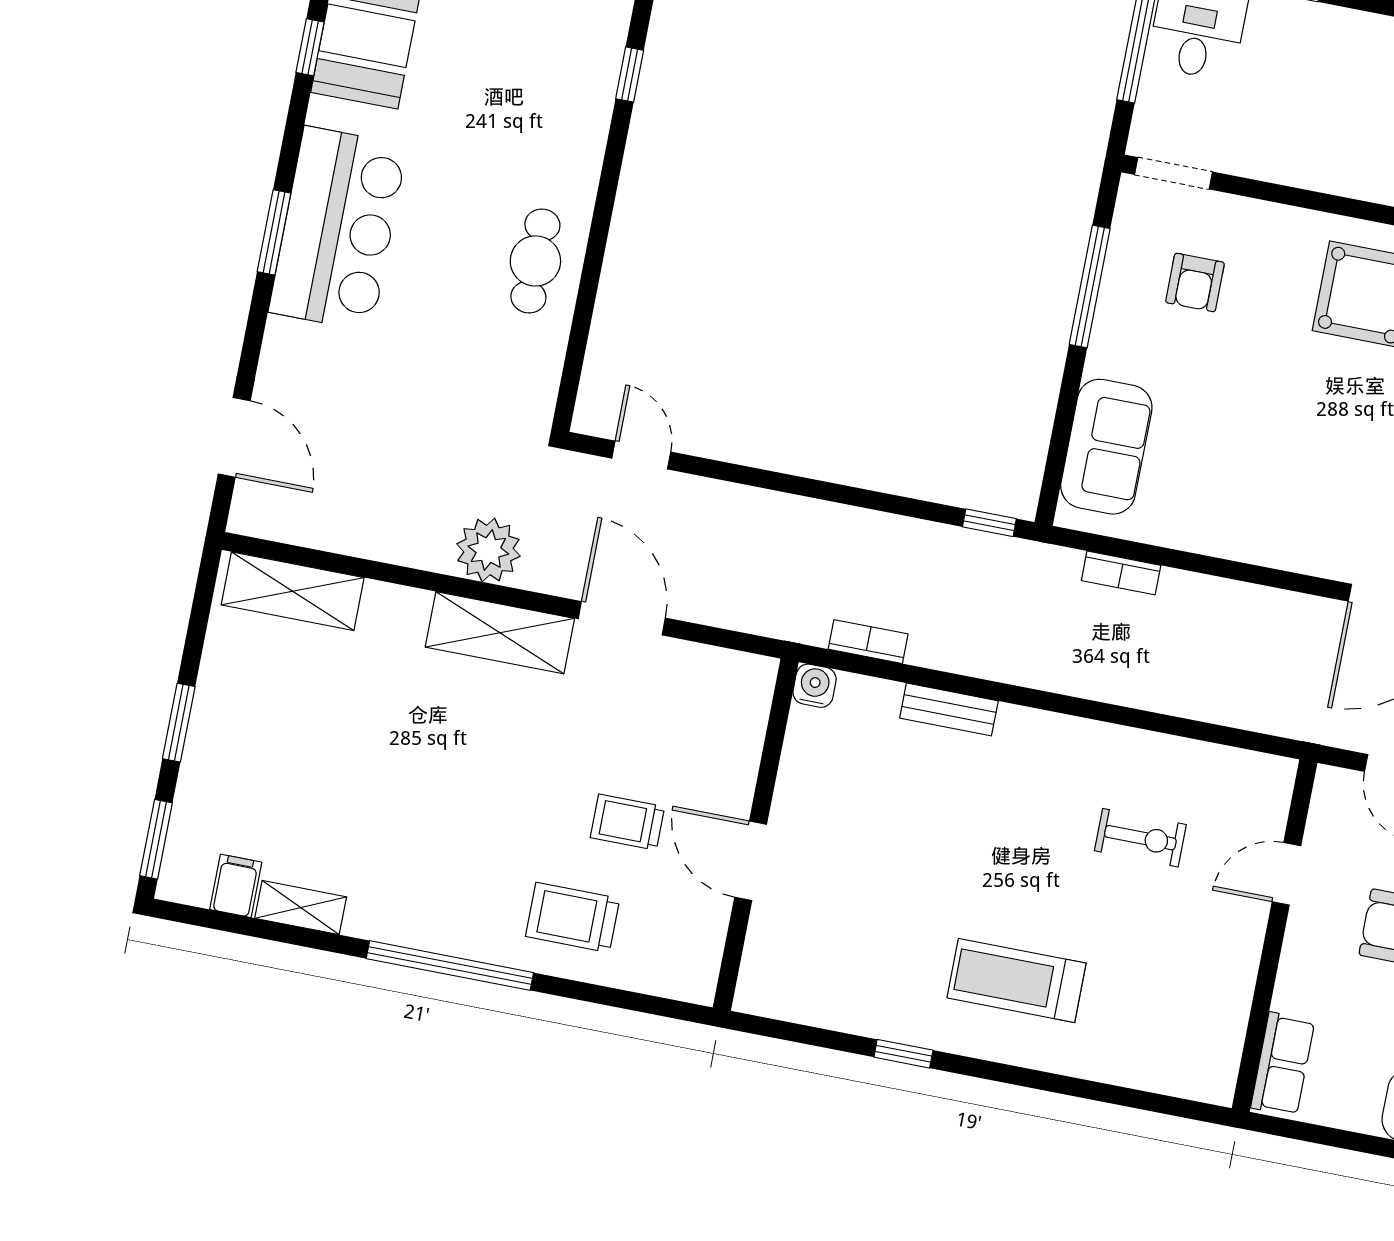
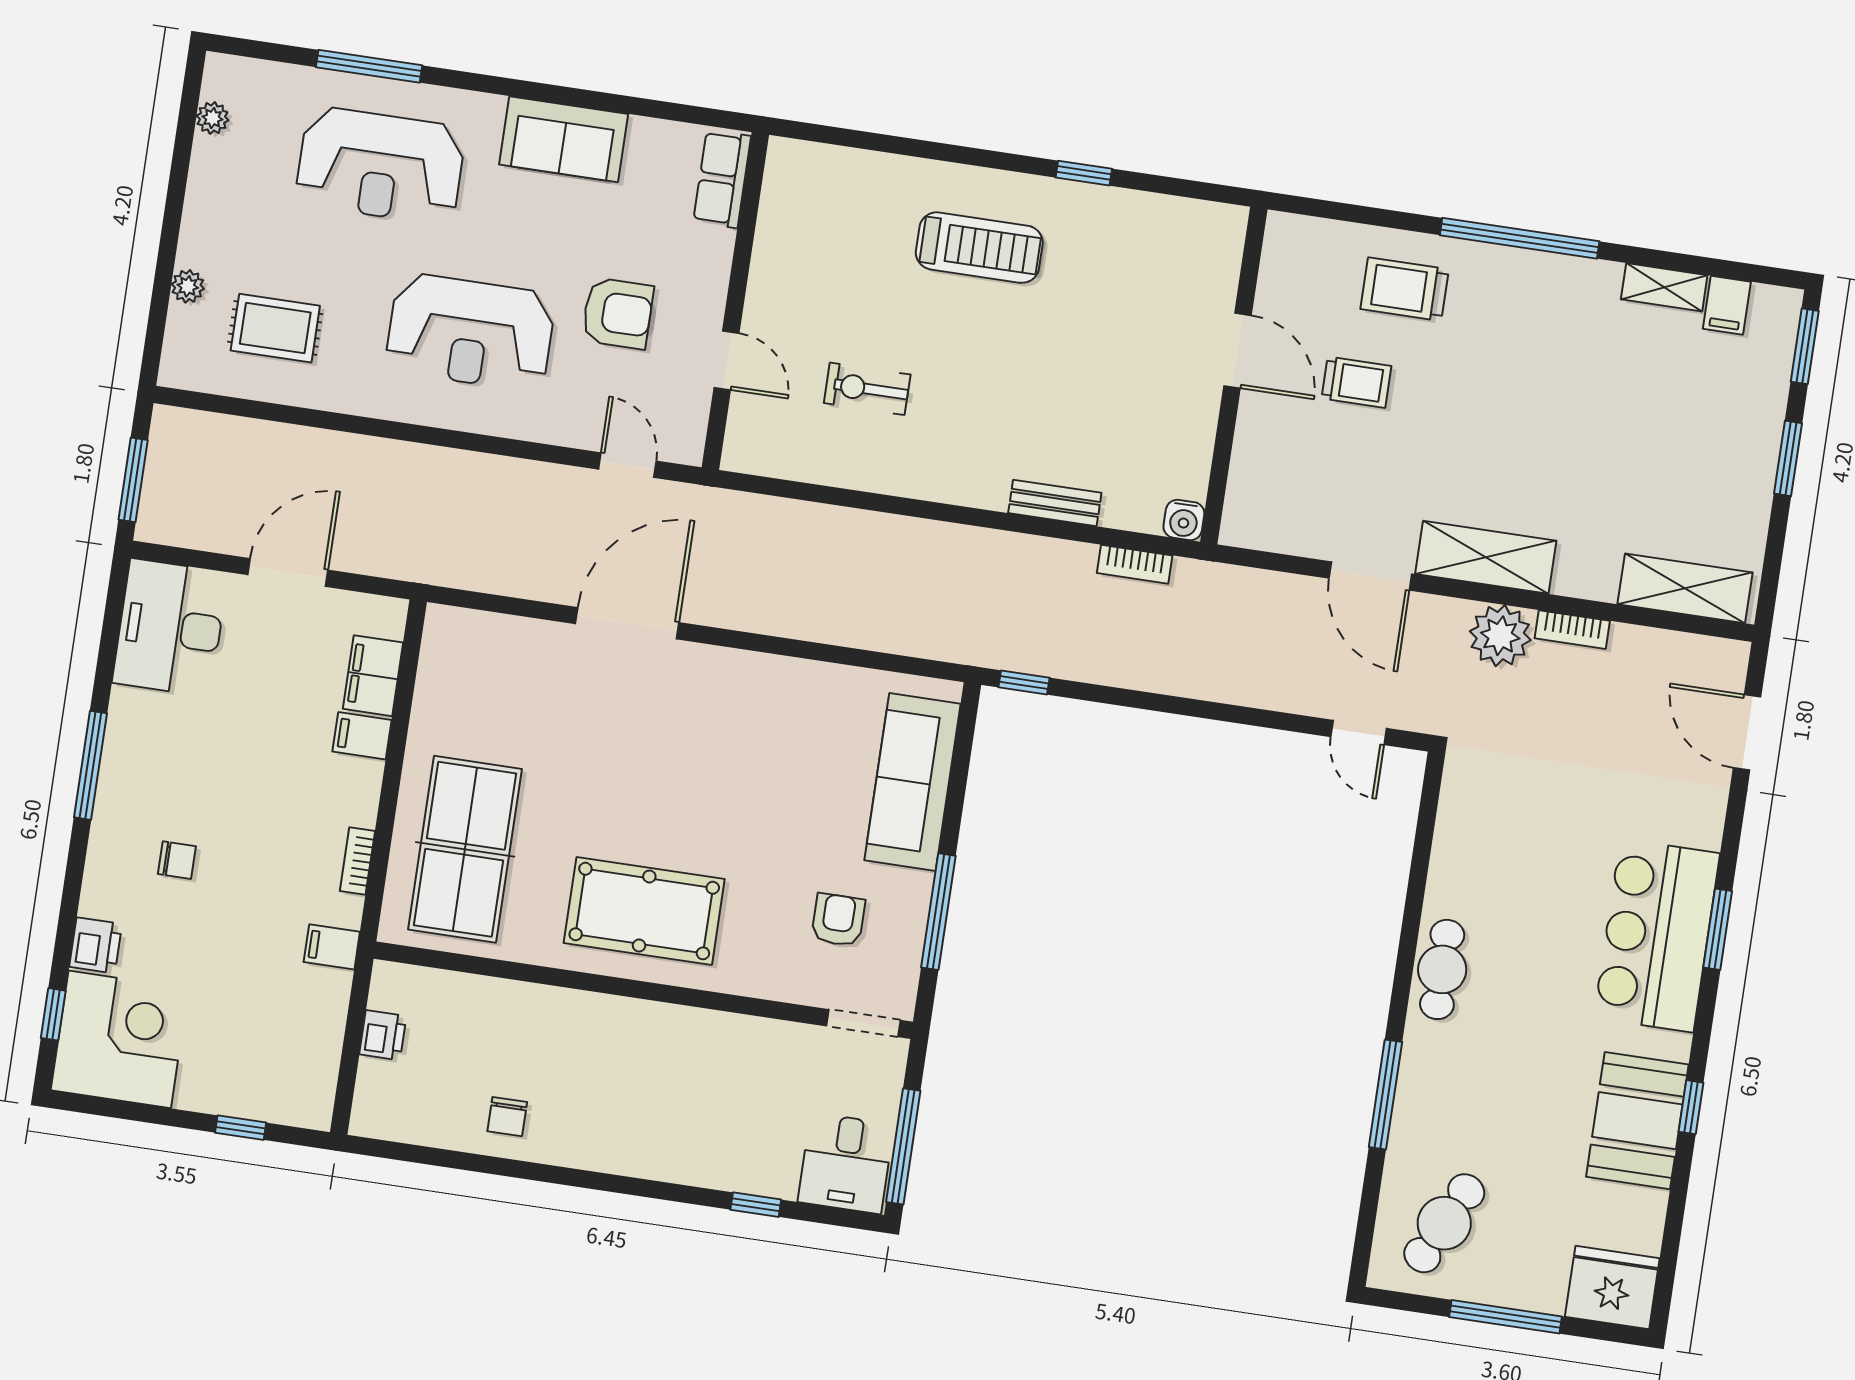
window: (630, 74) -> (1385, 1095), width x2.17
cafe table: (535, 261) -> (1442, 969), moved
sofa: (1106, 447) -> (913, 782), width x1.36
bookcase: (1121, 573) -> (1572, 630), moved, turned 180
door: (1287, 874) -> (726, 360), hinge flipped
trolley: (573, 917) -> (1405, 289), turned 180

